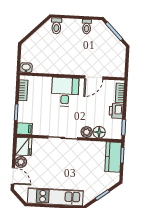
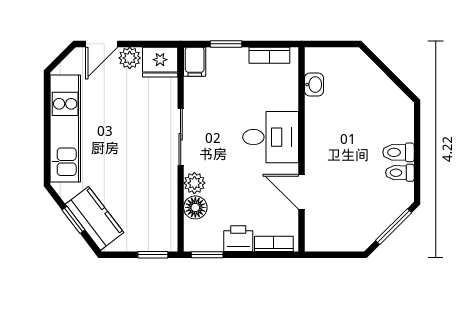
toilet: (56, 26) -> (398, 152), moved
washbasin: (26, 68) -> (314, 84), moved
kitchen counter: (113, 157) -> (94, 218), moved, turned 53

